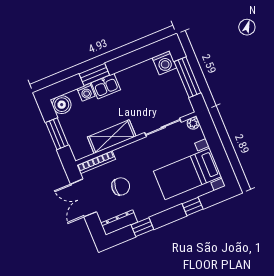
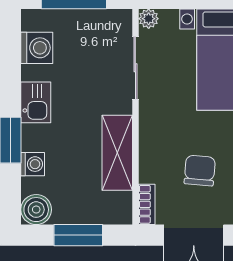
washing machine: (164, 63) -> (37, 48), moved
kitchen sink: (106, 86) -> (36, 102), moved
bookcase: (96, 162) -> (147, 204), width x0.64

